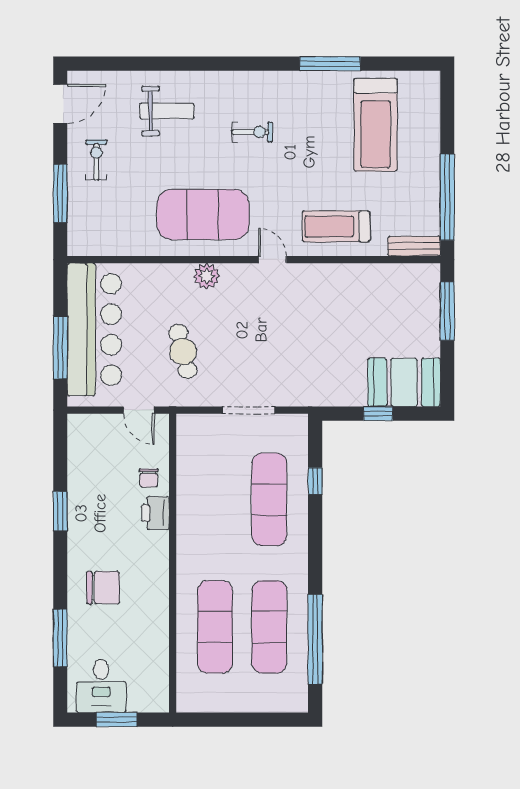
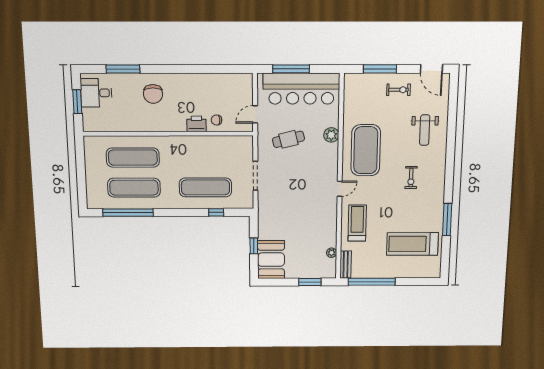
plant: (391, 272) -> (332, 253), added
plant: (207, 276) -> (331, 135), moved
window: (447, 311) -> (310, 282), width x0.69
window: (60, 511) -> (196, 69), removed

